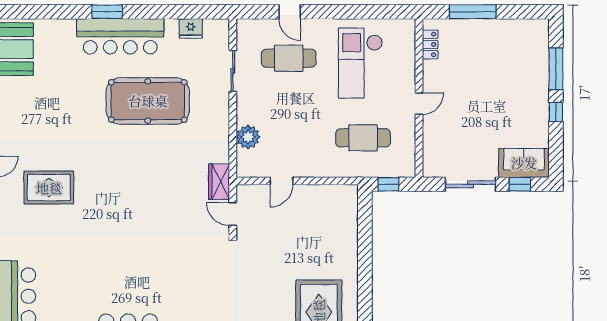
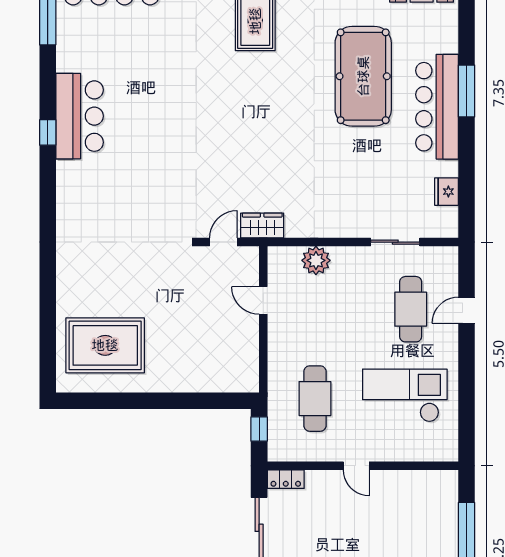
window: (107, 12) -> (467, 91), width x1.44
locker: (430, 44) -> (286, 479), moved
pool table: (148, 101) -> (363, 76), moved

